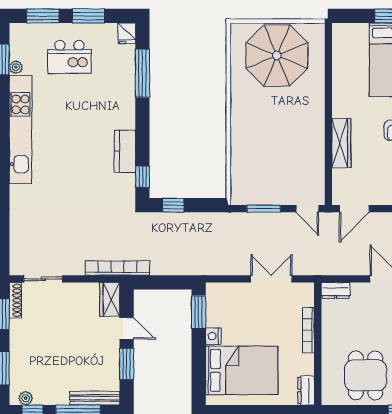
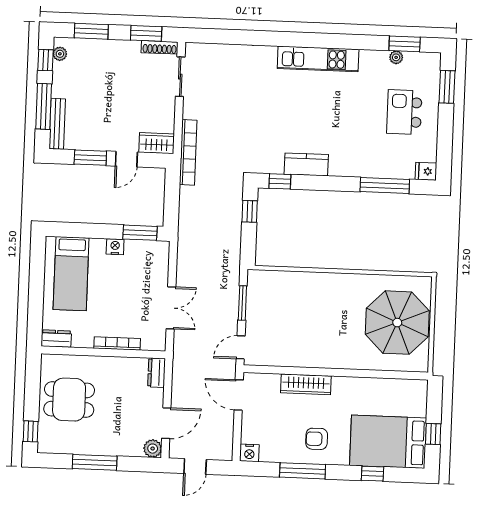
window: (88, 16) -> (445, 133), removed
kitchen unit: (20, 129) -> (318, 59), width x0.73
bed: (242, 370) -> (71, 274), width x0.67

